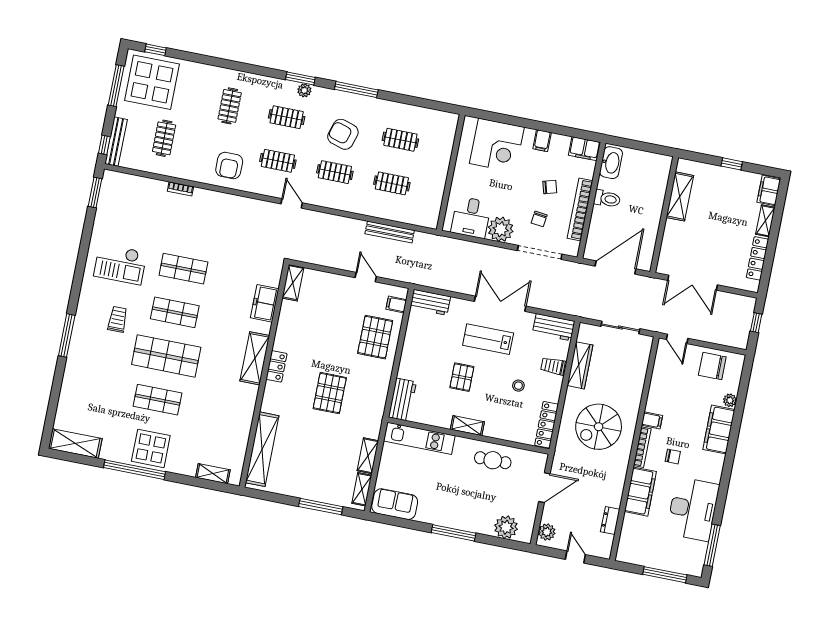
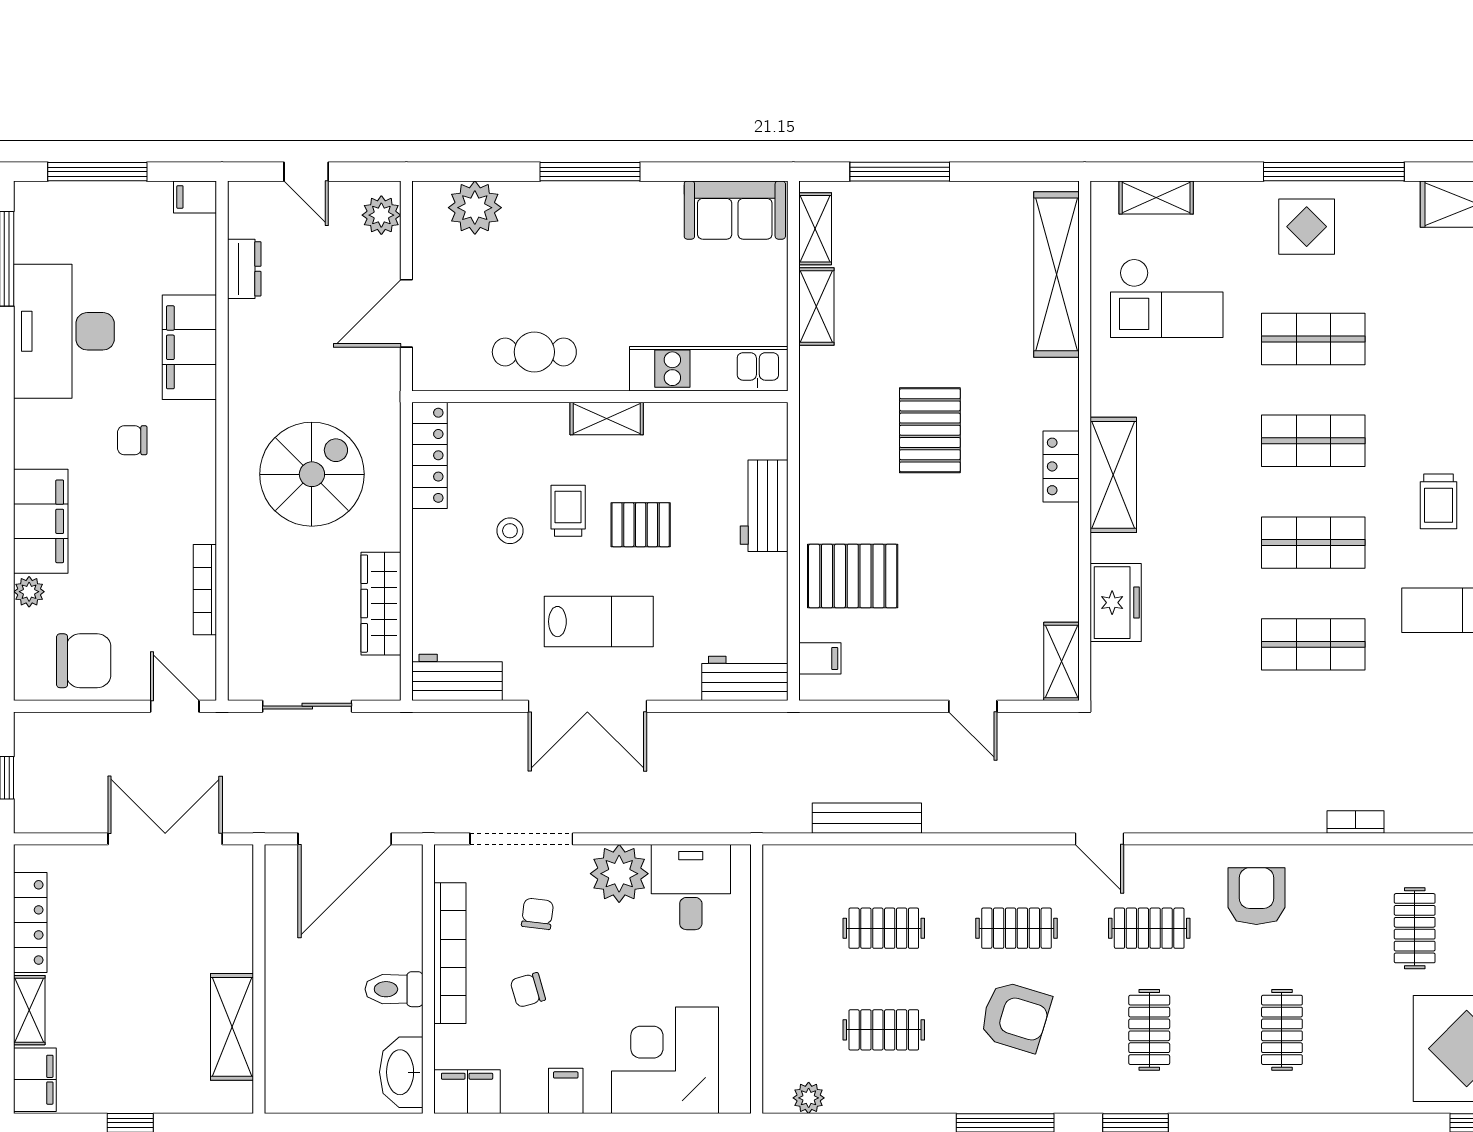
plant: (304, 90) -> (809, 1098), moved
clothes rail: (287, 117) -> (1149, 1030), turned 90
door: (366, 277) -> (973, 706), moved
pallet: (375, 337) -> (853, 576), turned 90
shop shelf: (166, 356) -> (1313, 441), width x0.70, depth x0.74
trolley: (553, 366) -> (568, 511), moved, turned -90
pallet: (462, 377) -> (641, 525), turned 90
workbench: (402, 399) -> (764, 506), moved
filing cabinet: (652, 420) -> (195, 197), moved
checkout: (217, 430) -> (1167, 298), added
bookcase: (642, 447) -> (205, 590), moved
display table: (151, 448) -> (1307, 227), width x0.73, depth x0.73

